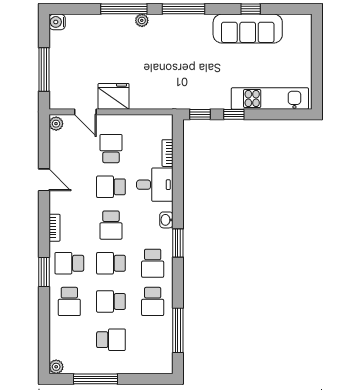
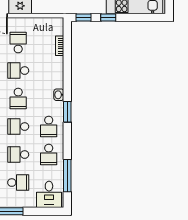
desk: (155, 185) -> (49, 194), moved, turned 90

